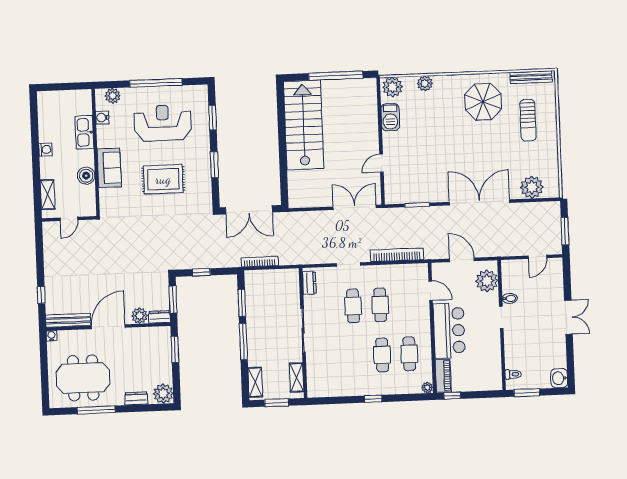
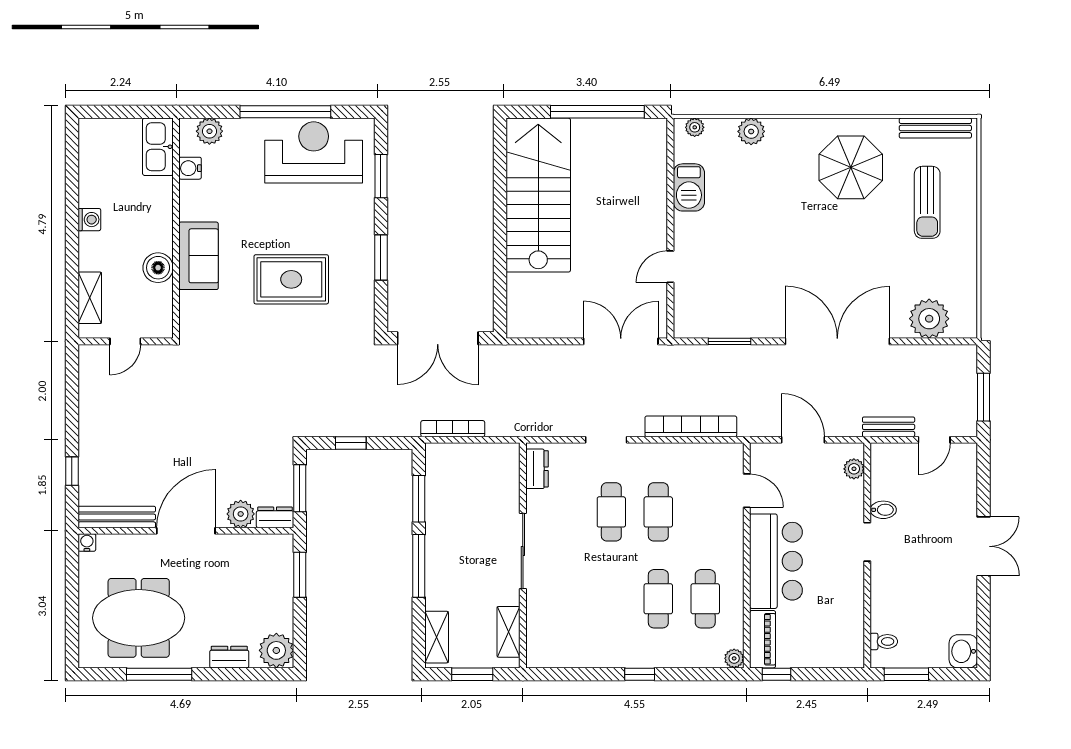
plant: (392, 87) -> (695, 127), width x0.53, depth x0.53
reception desk: (163, 123) -> (314, 152), moved
kitchen sink: (84, 132) -> (158, 147), moved
bench: (511, 250) -> (889, 427), added
plant: (487, 281) -> (854, 469), width x0.53, depth x0.53

